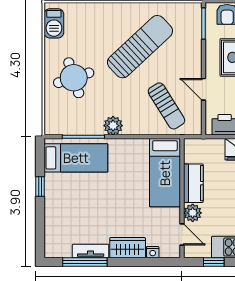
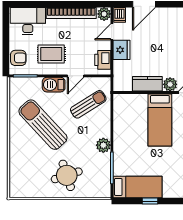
barbecue: (54, 23) -> (54, 85), moved, turned 180
bed: (76, 158) -> (137, 187), moved, turned 90
bed: (165, 173) -> (160, 120), moved, turned 90

